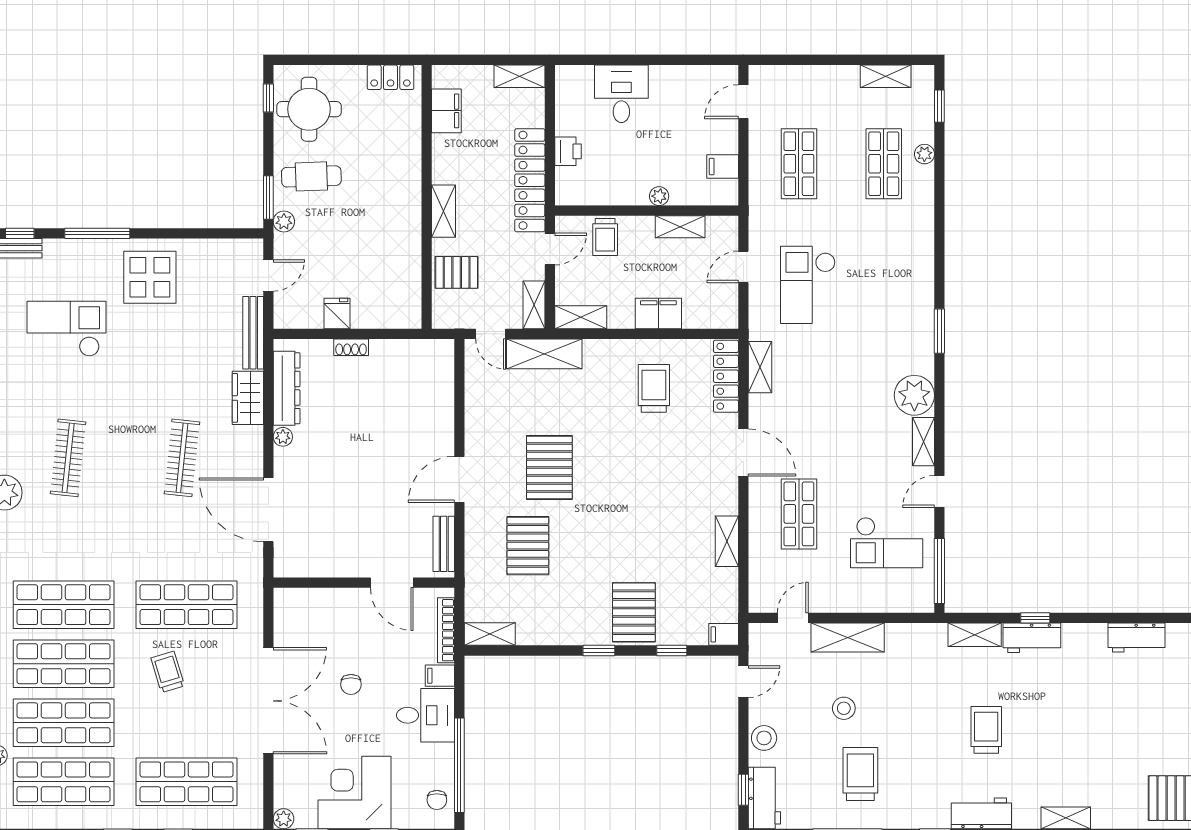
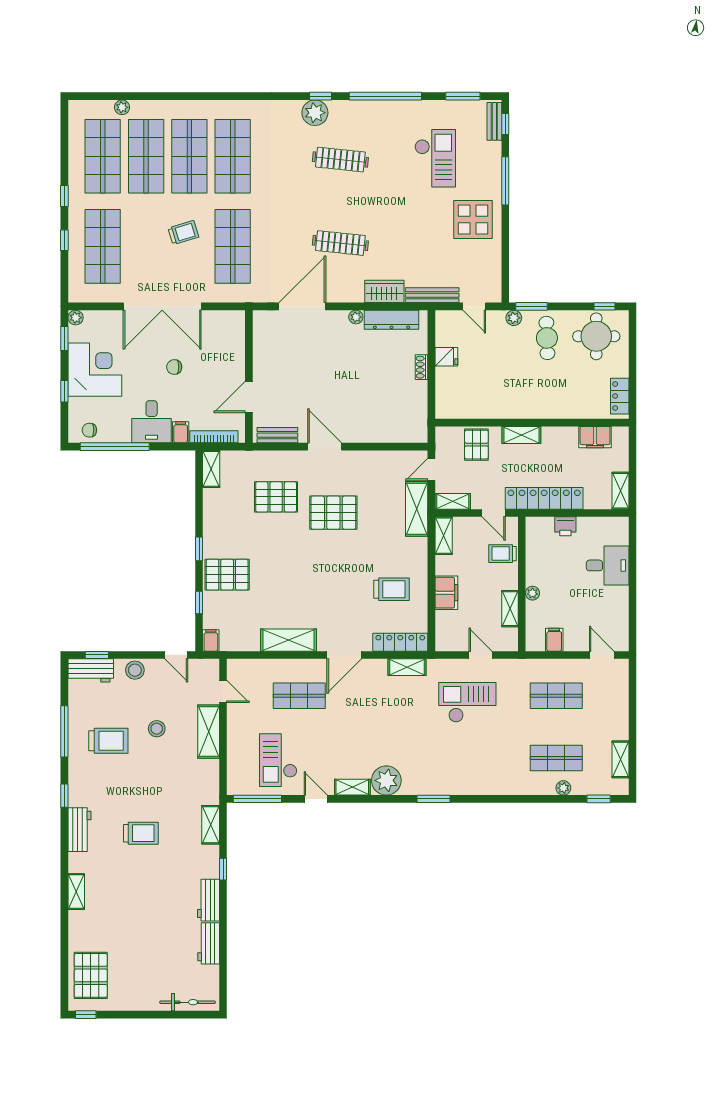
shelving: (727, 541) -> (289, 640), width x1.50, depth x1.33
workbench: (1032, 638) -> (208, 900), moved

